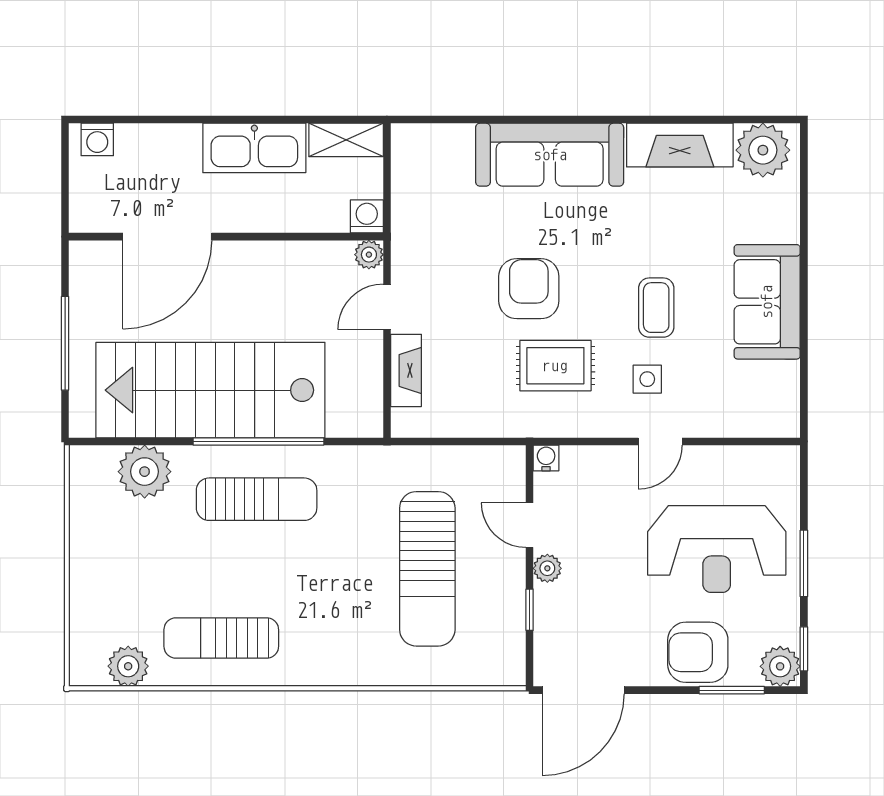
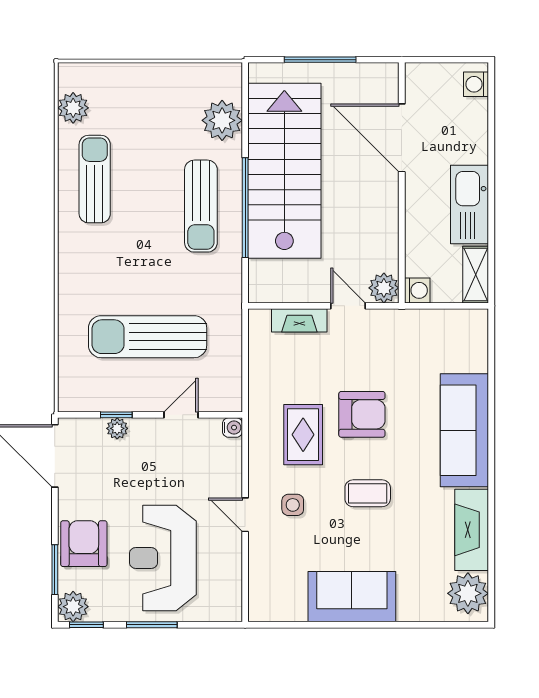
plant: (369, 255) -> (384, 288), width x1.38, depth x1.38
coffee table: (656, 308) -> (368, 493), moved
plant: (547, 568) -> (117, 428), moved

